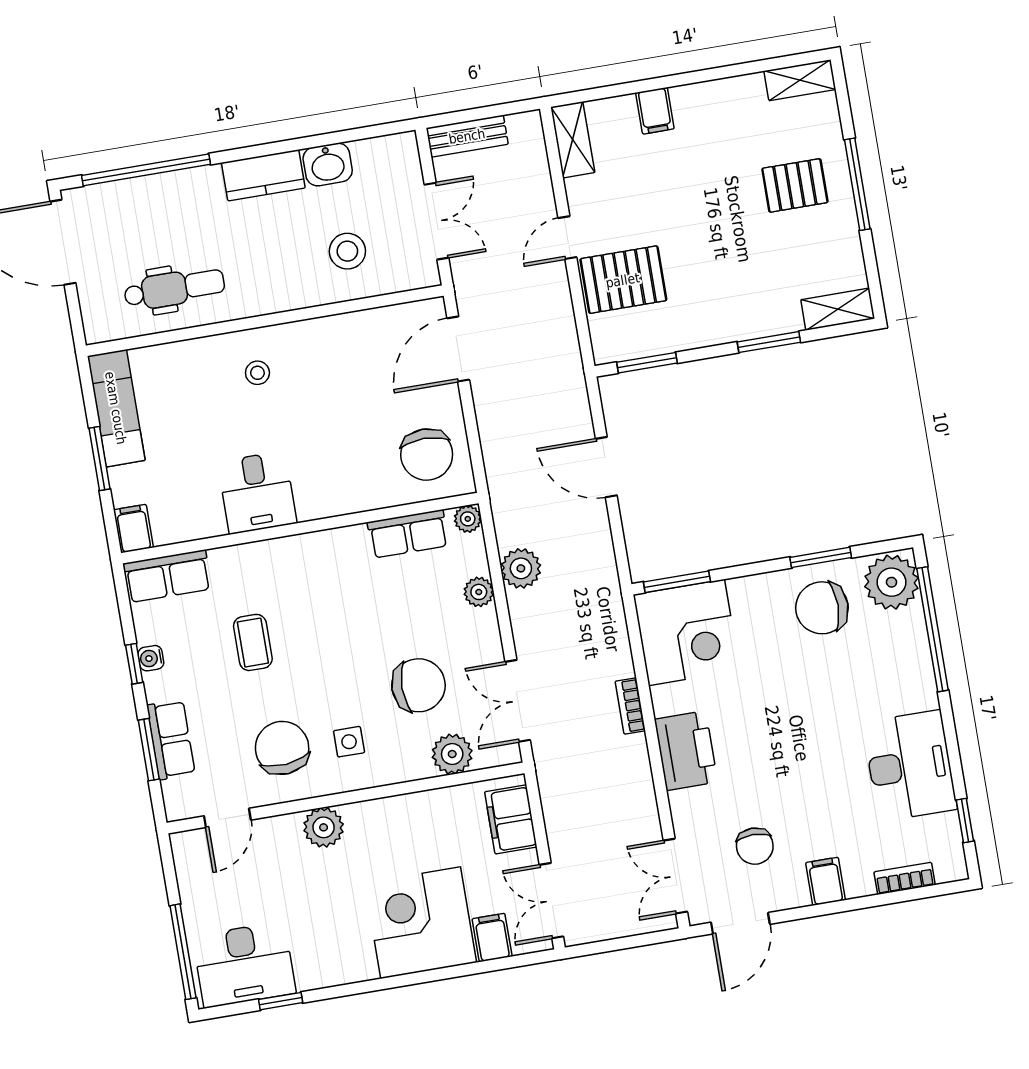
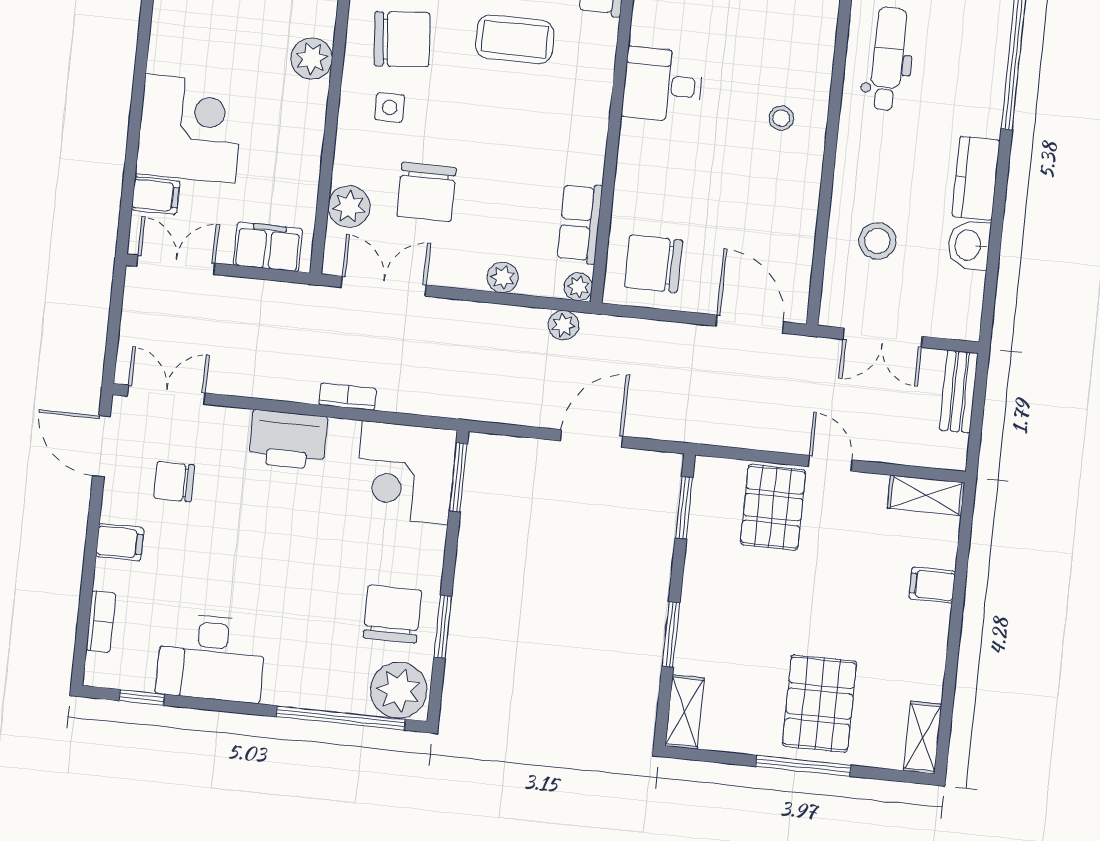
pallet: (795, 185) -> (819, 704), width x1.50, depth x1.42
dental chair: (174, 288) -> (888, 59), turned 180
plant: (521, 568) -> (563, 325), moved, width x0.73, depth x0.73
coffee table: (253, 642) -> (515, 39), width x1.36, depth x1.30

